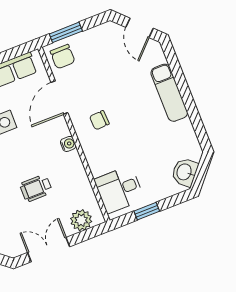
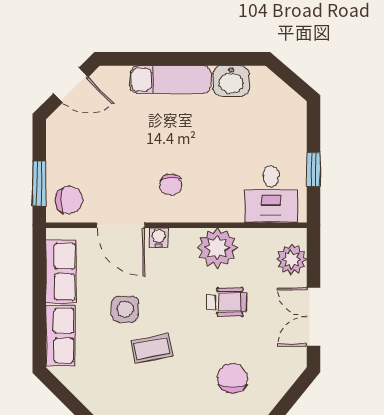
water cooler: (68, 144) -> (159, 237), moved
plant: (70, 168) -> (217, 248), added
washbasin: (185, 172) -> (231, 81), moved, turned -41
wheelchair: (36, 188) -> (227, 302), turned -90

